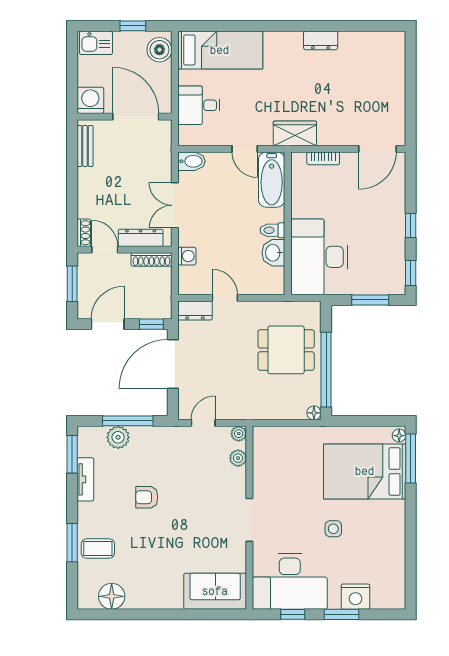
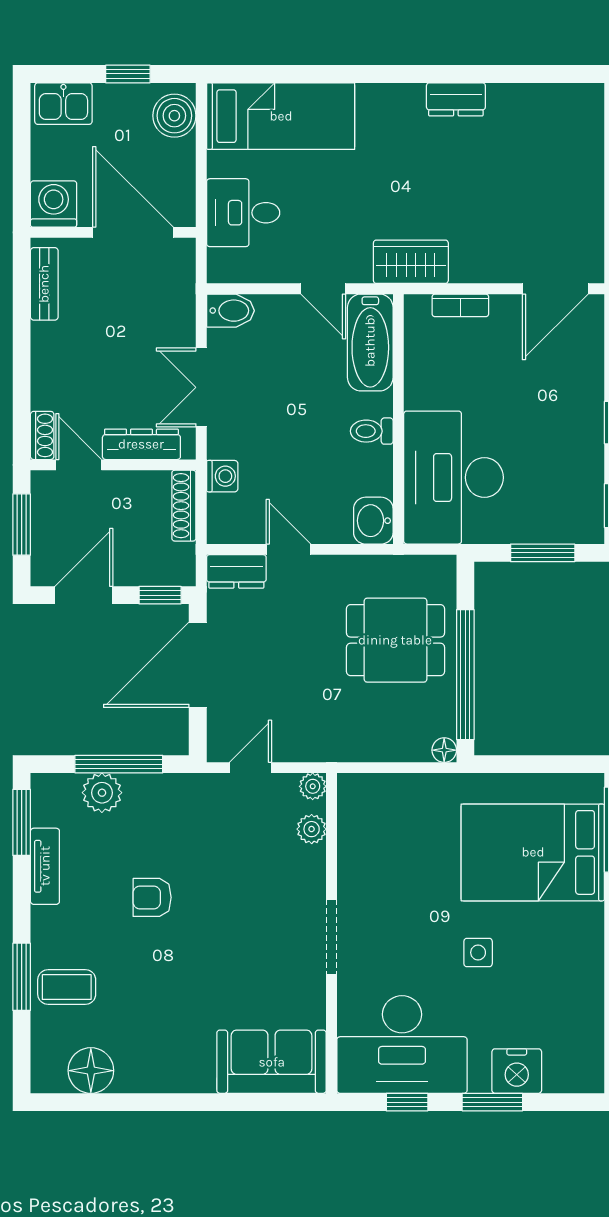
washbasin: (273, 253) -> (373, 521), moved
shoe rack: (151, 260) -> (184, 506), moved, turned 90
floor lamp: (399, 436) -> (593, 790), removed

